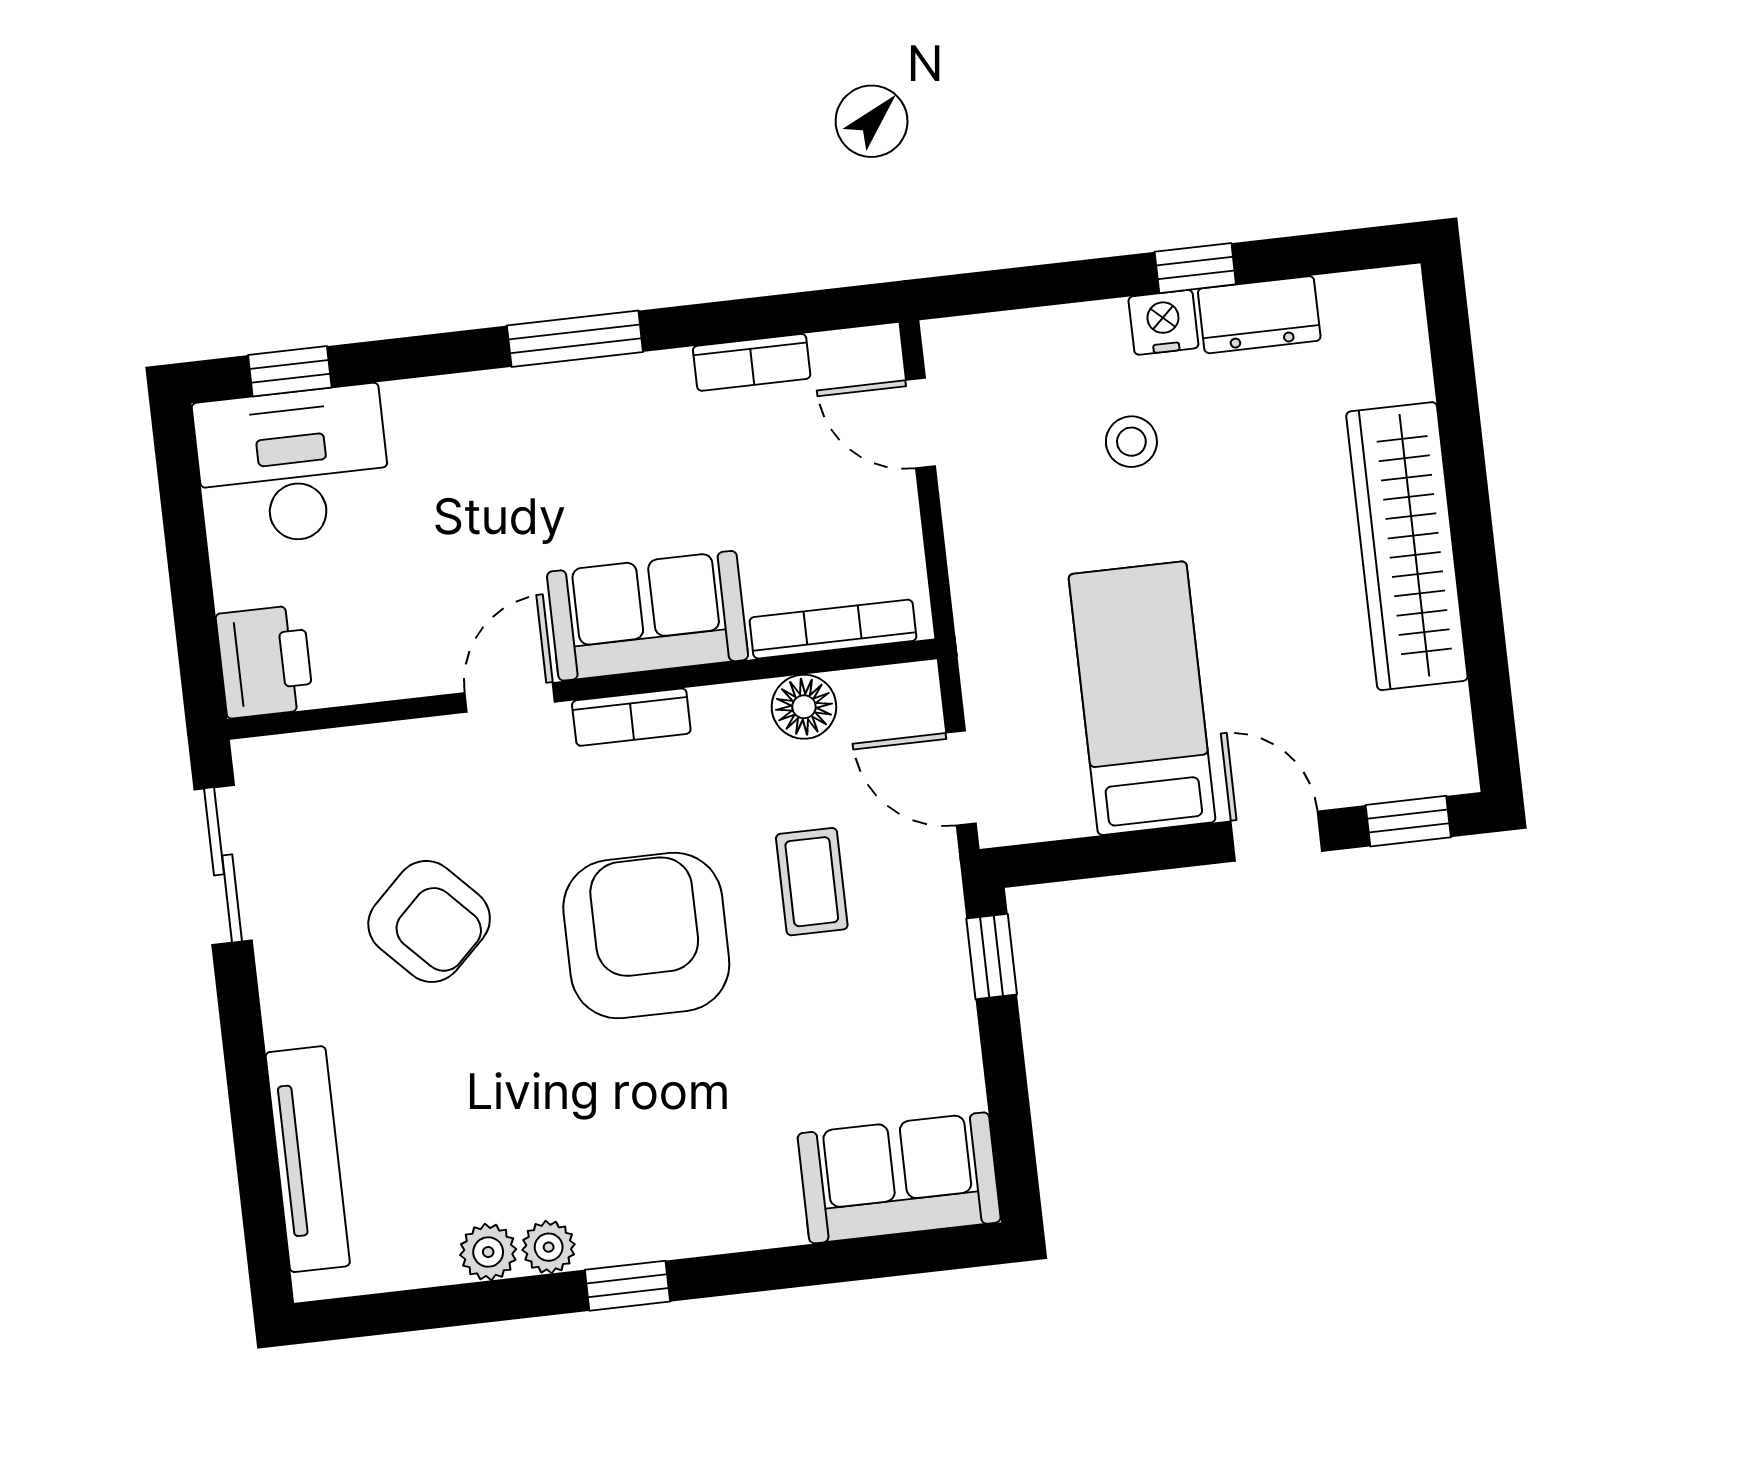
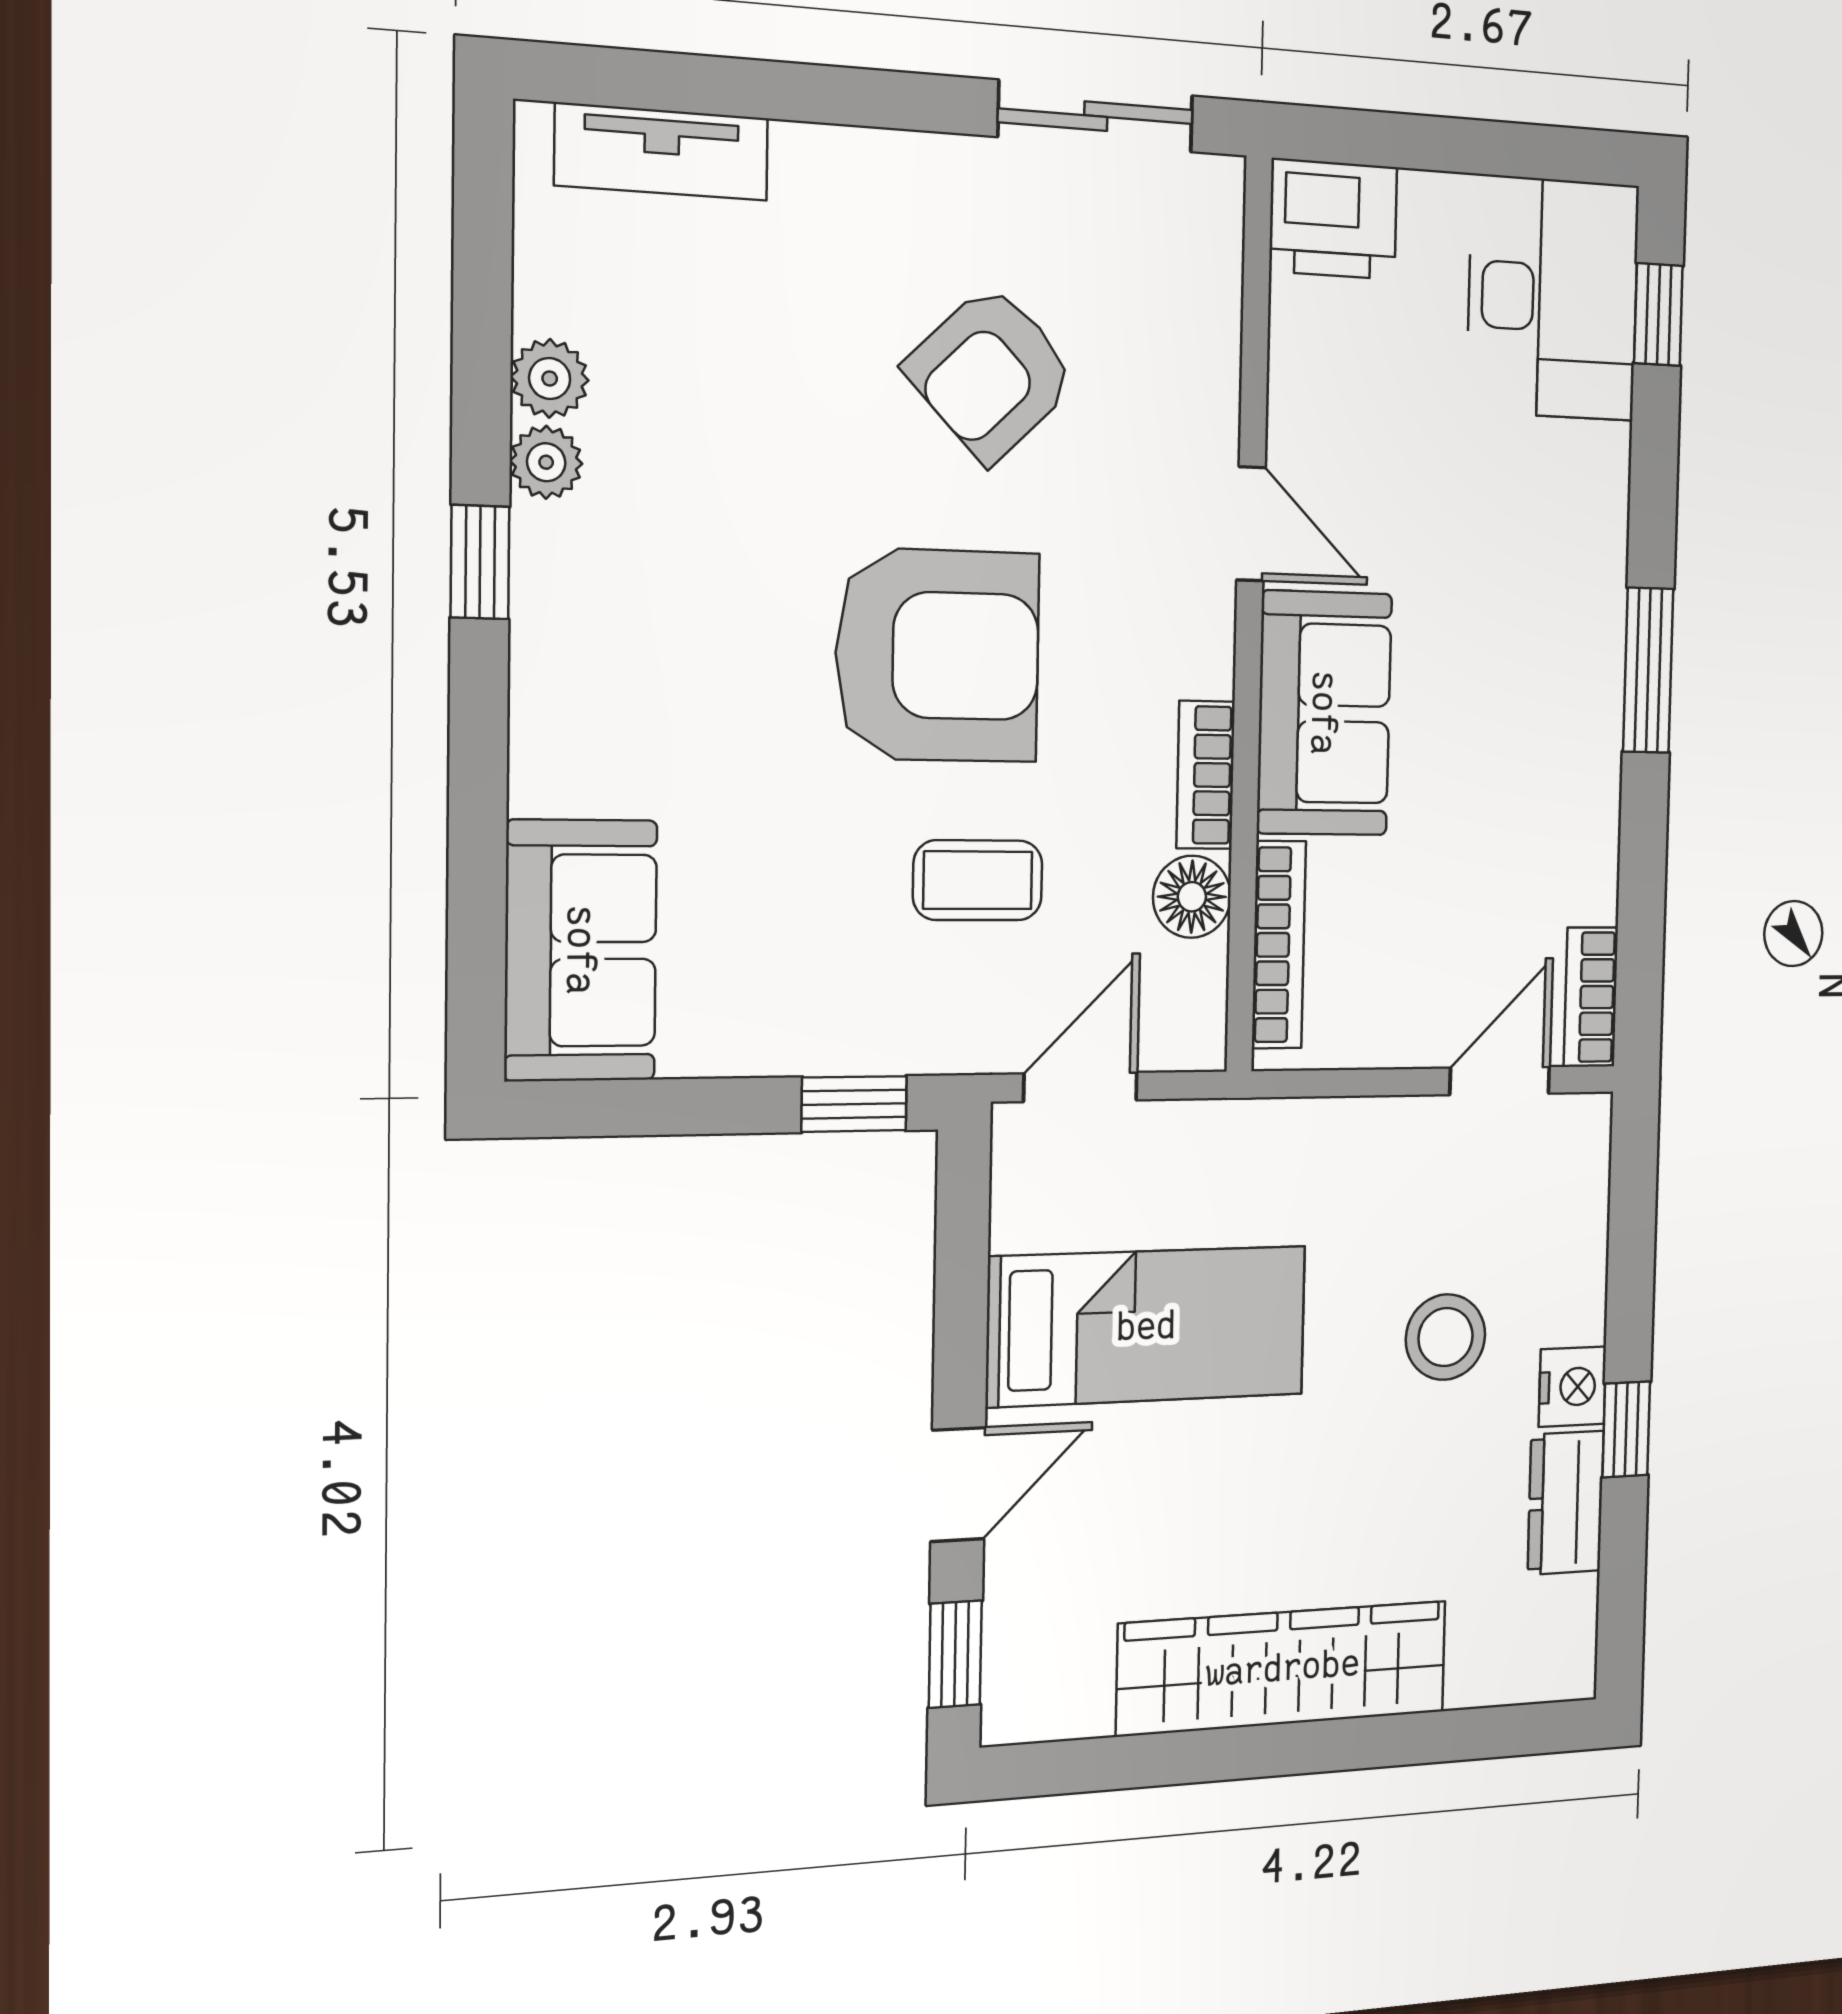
bookcase: (752, 362) -> (1591, 997), moved
stool: (1131, 442) -> (1446, 1337), width x1.37, depth x1.37
bookcase: (631, 717) -> (1206, 775), moved
tv unit: (308, 1159) -> (662, 152), width x0.71

